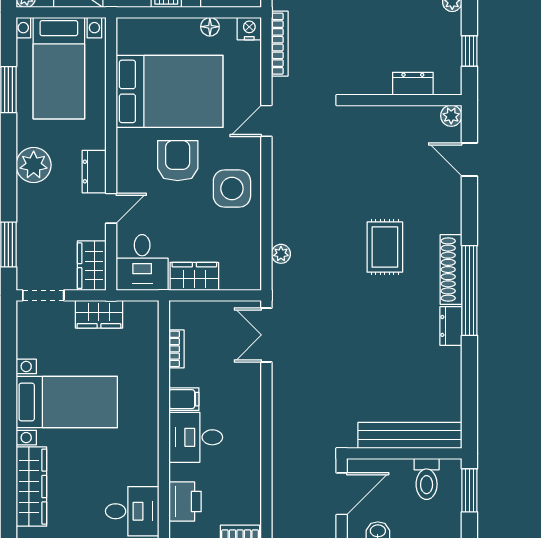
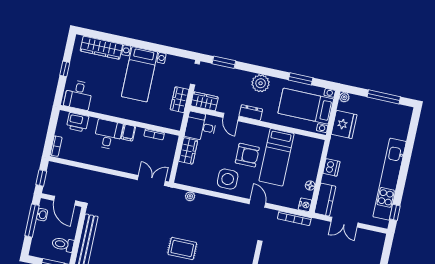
bed: (170, 91) -> (276, 157), width x0.67

